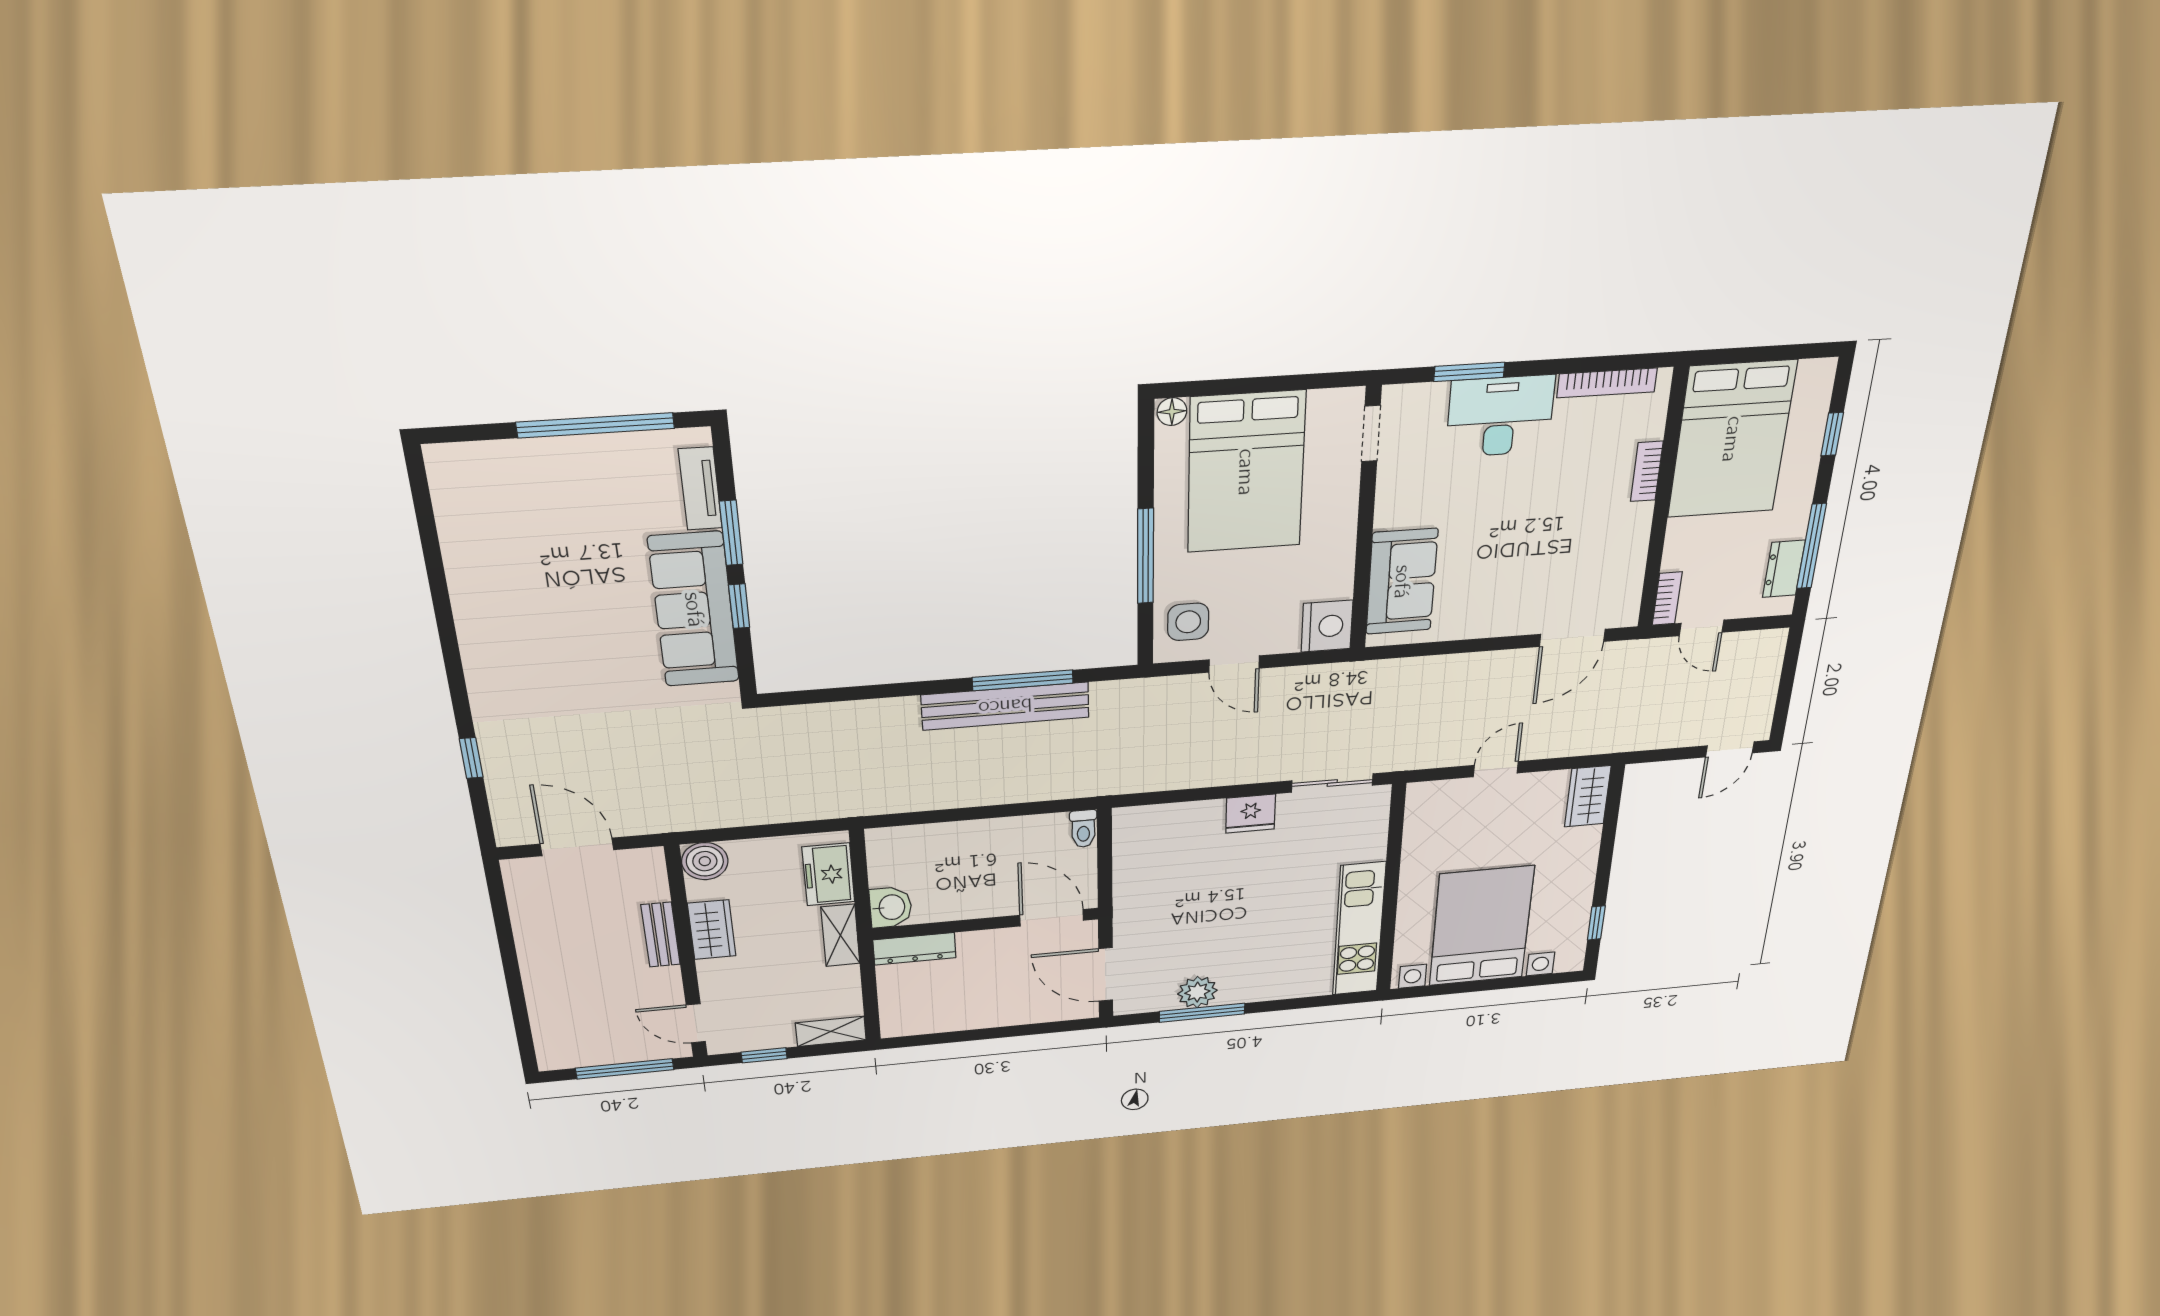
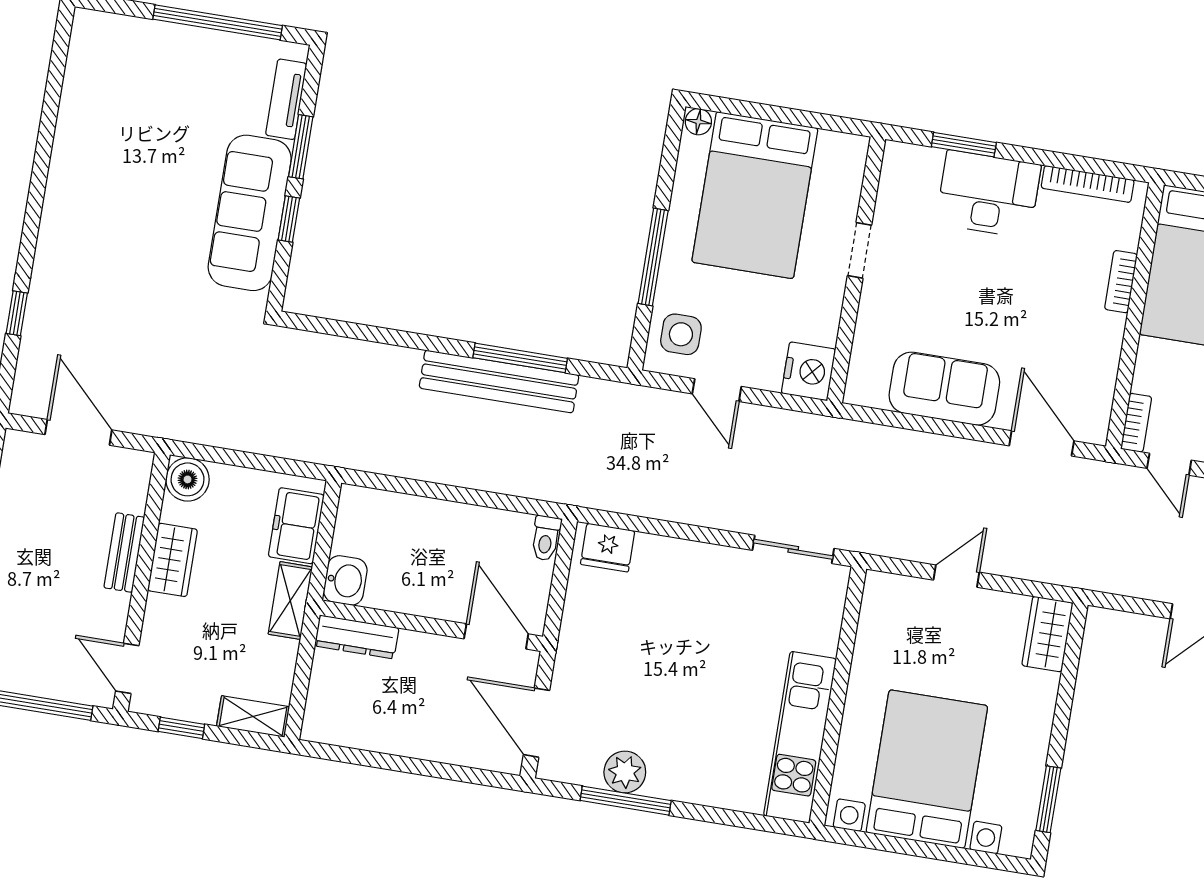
doorway: (1371, 434) -> (860, 250), moved
sofa: (1402, 582) -> (944, 389), moved, turned -90
door: (1572, 638) -> (1042, 443), swing flipped
fridge: (1251, 814) -> (608, 548), moved
window: (1596, 923) -> (1048, 799), width x1.50

